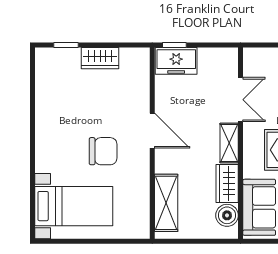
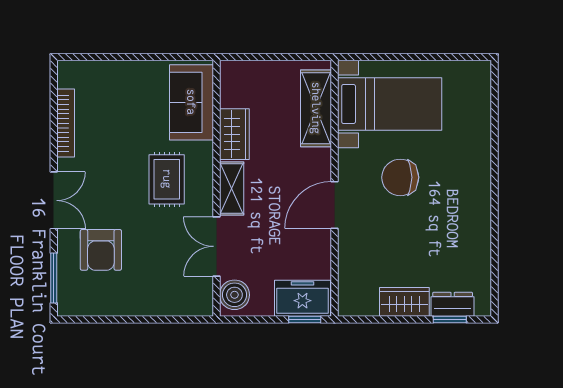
dresser: (64, 56) -> (453, 304), added
door: (152, 131) -> (334, 205), hinge flipped
bed with nightstands: (74, 206) -> (390, 104), moved, turned 180
boiler: (227, 215) -> (234, 295), moved

